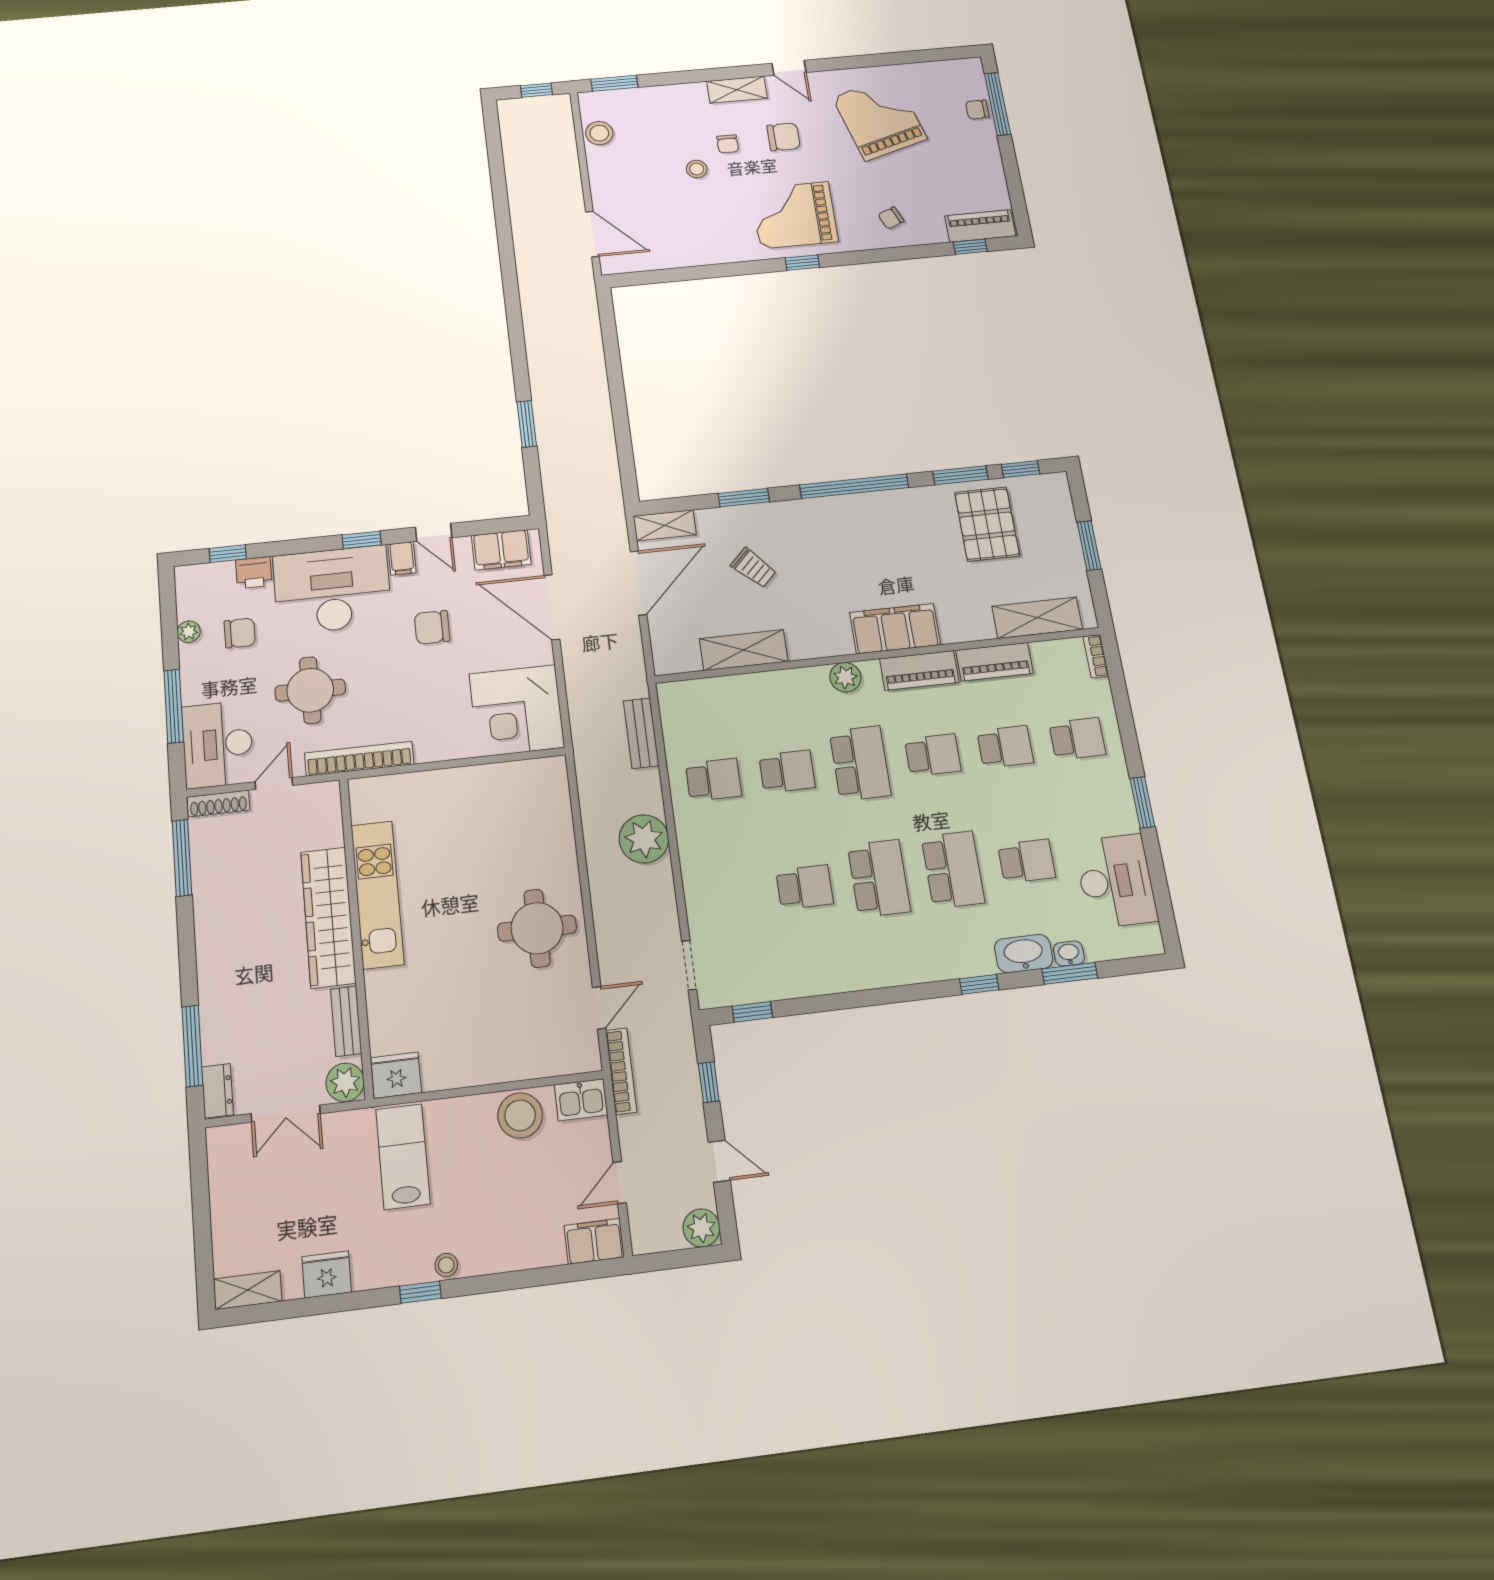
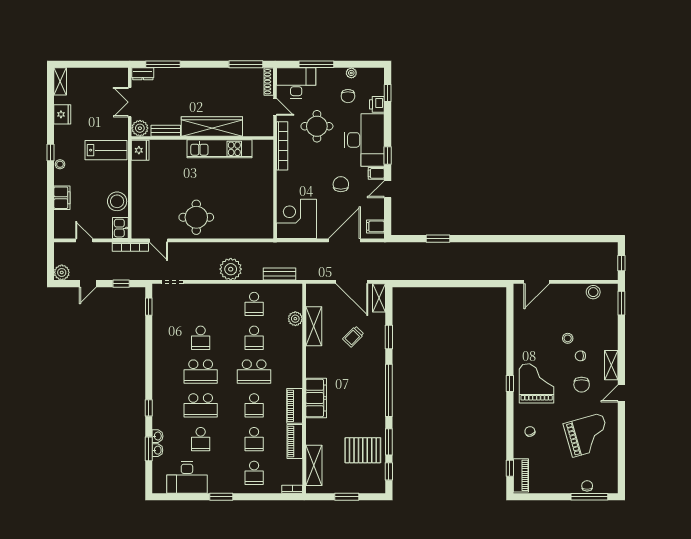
filing cabinet: (501, 550) -> (375, 226), width x0.50
plant: (845, 677) -> (295, 319), moved
washbasin: (1024, 954) -> (157, 436), width x0.52, depth x0.69
filing cabinet: (594, 1241) -> (62, 198), moved

